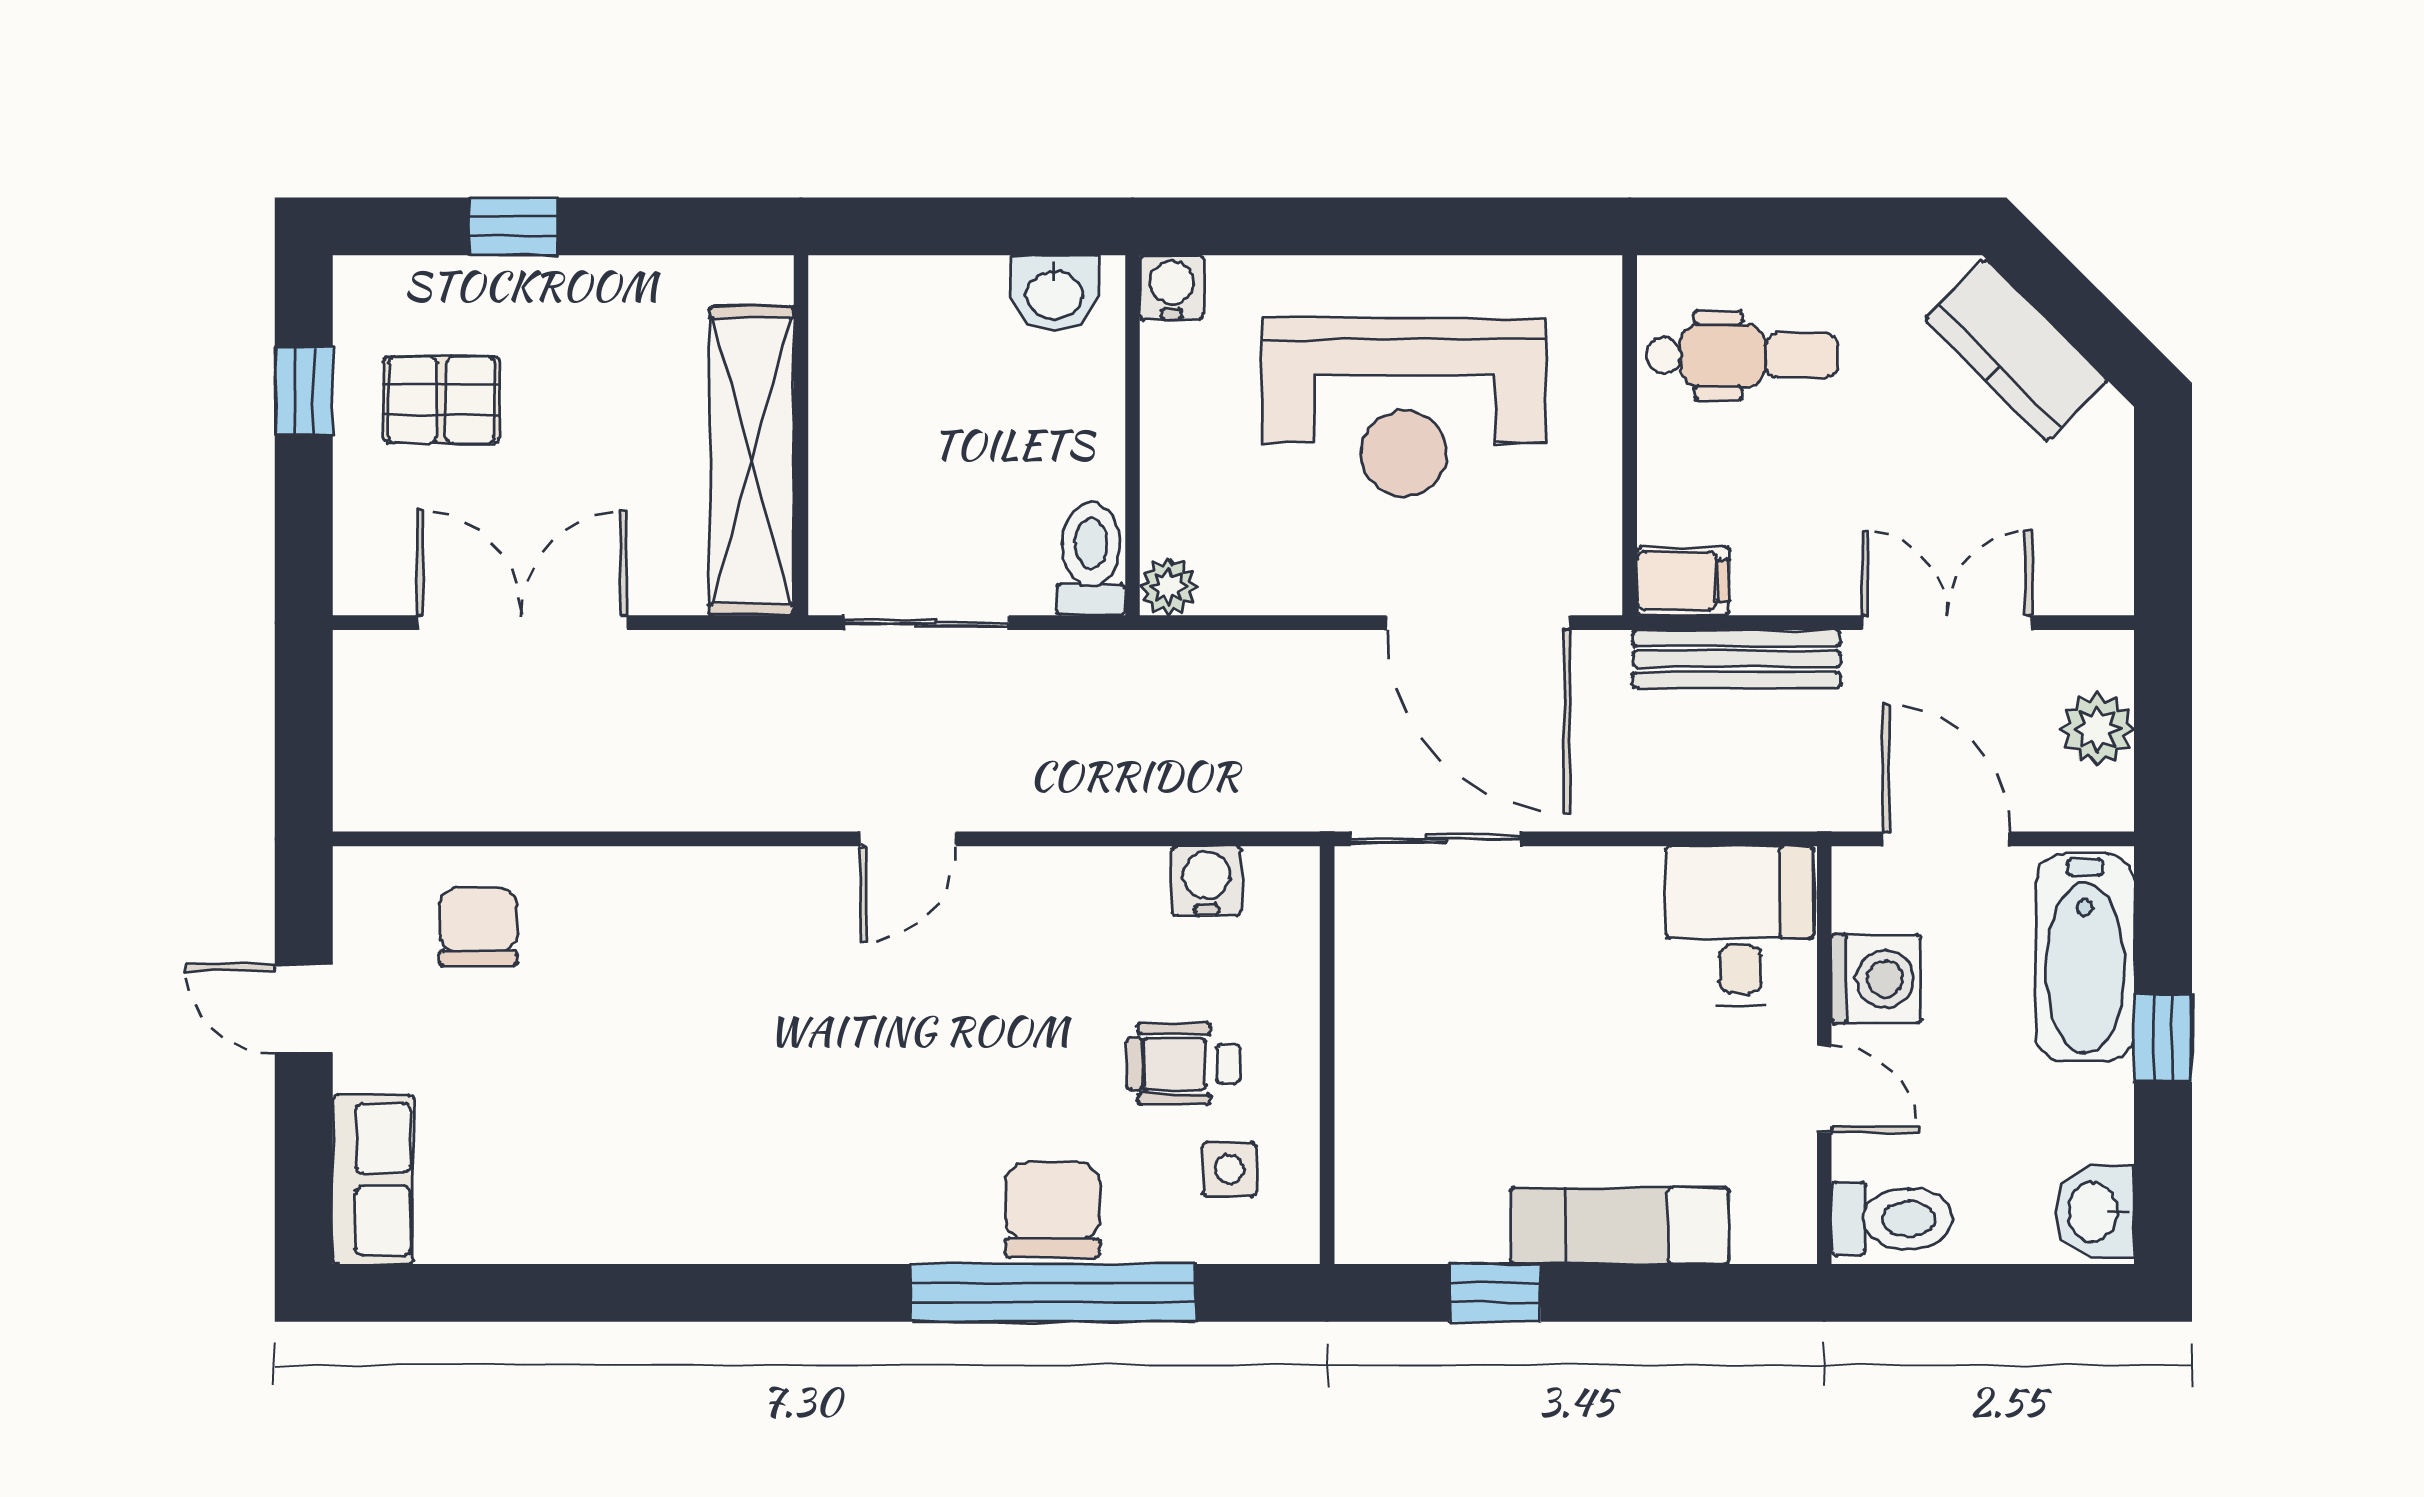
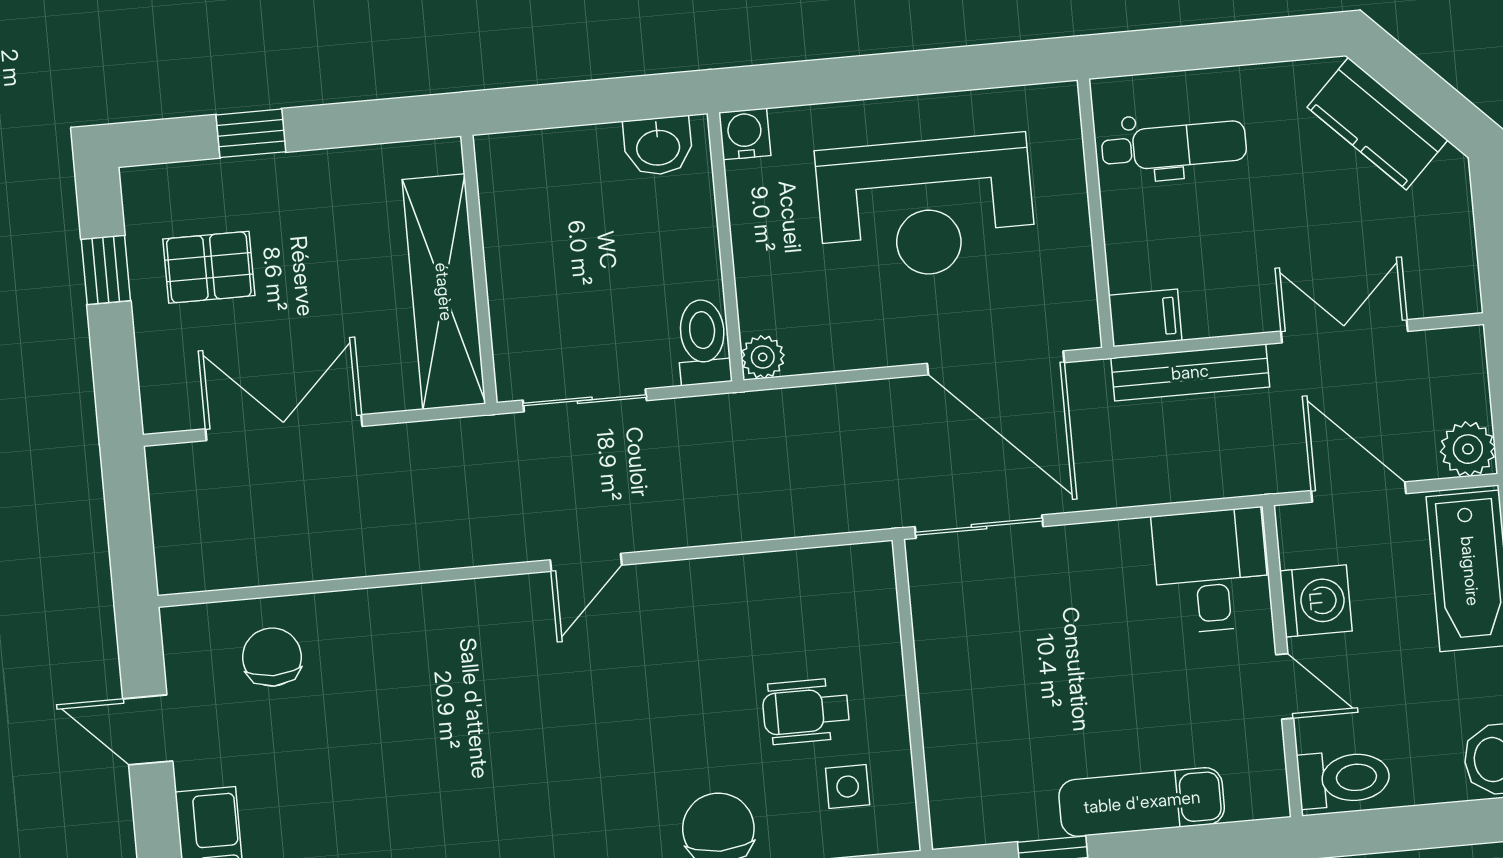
plant: (2097, 729) -> (1468, 449), moved
water cooler: (1207, 881) -> (811, 573), removed

